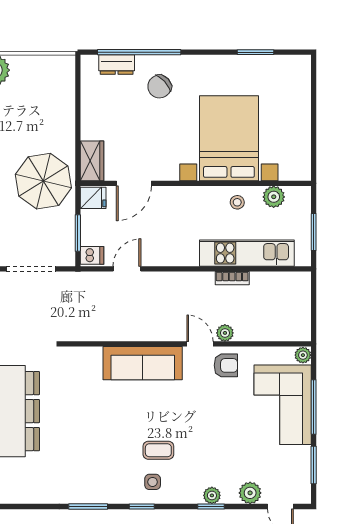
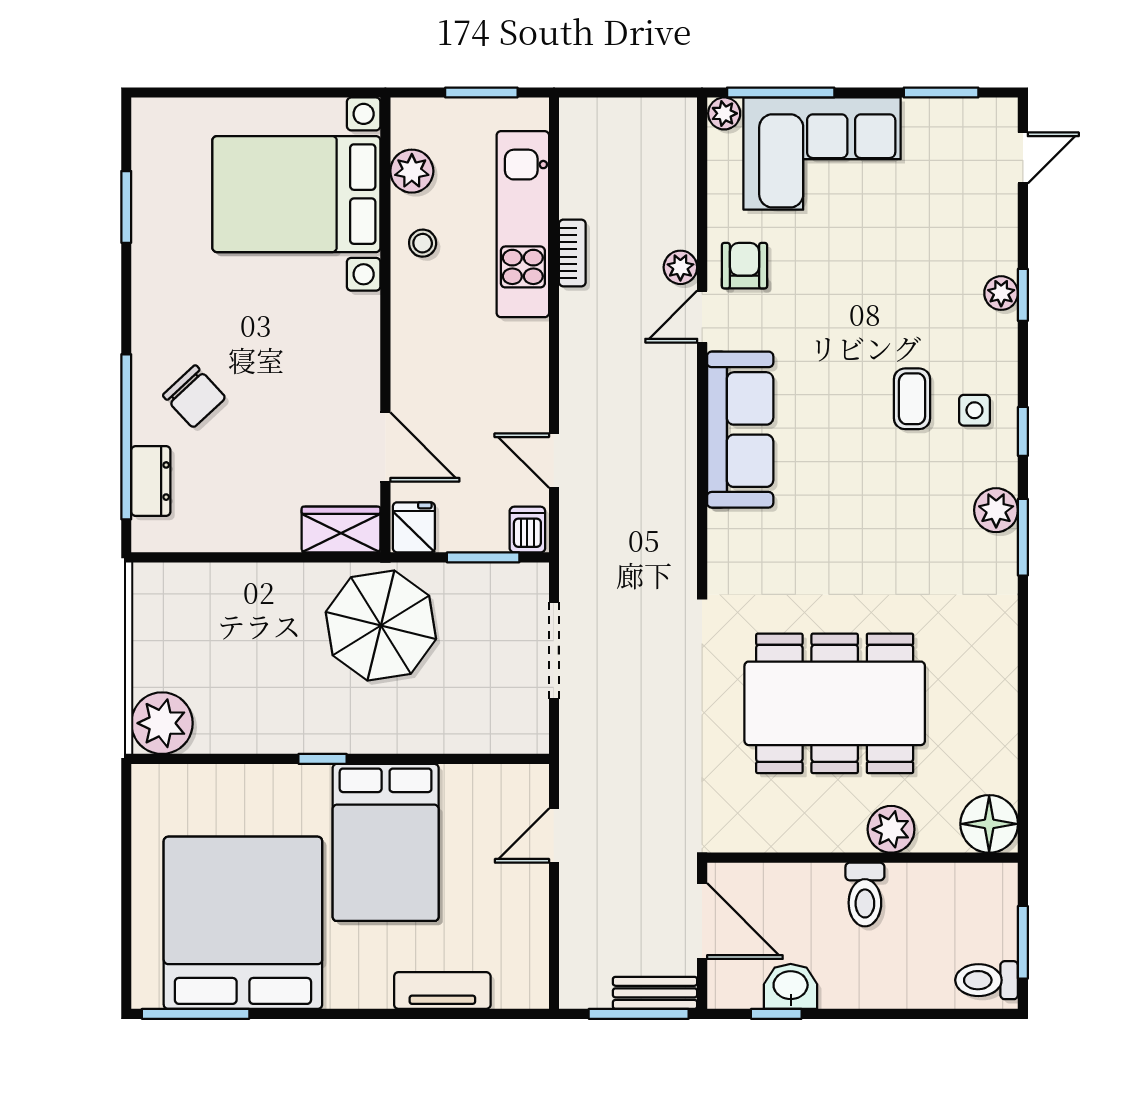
bed with nightstands: (229, 138) -> (296, 194), moved
window: (314, 407) -> (781, 93), moved
plant: (250, 493) -> (996, 510), moved

